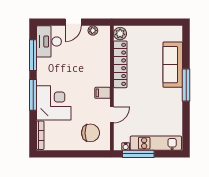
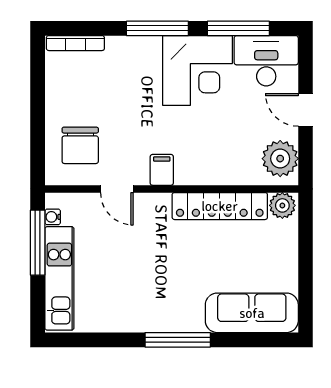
plant: (93, 30) -> (280, 159), width x1.87, depth x1.87
sofa: (173, 65) -> (252, 313), moved
corner desk: (54, 103) -> (197, 70), moved

